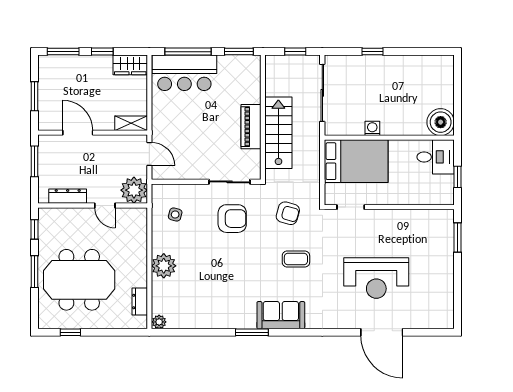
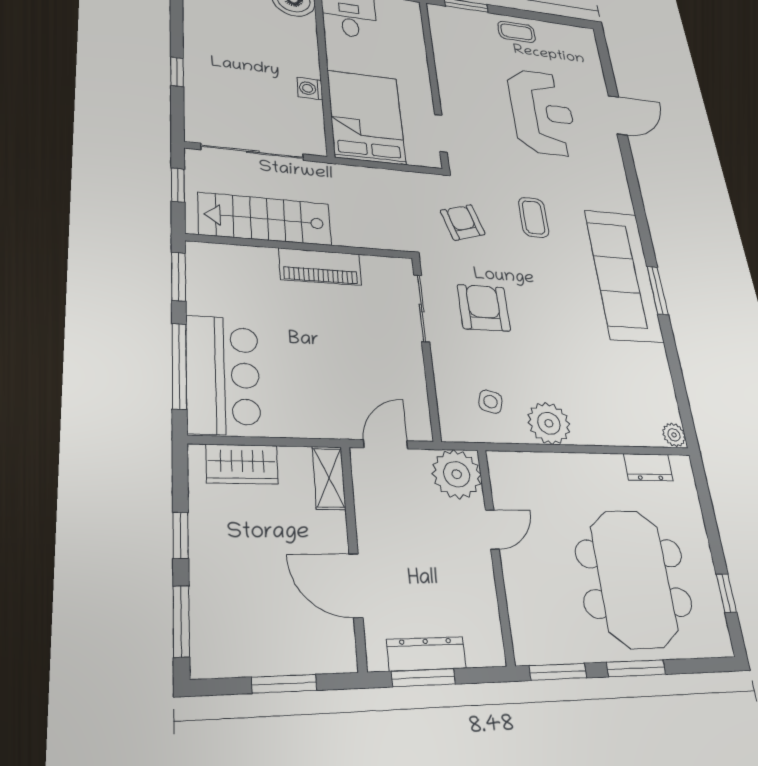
wardrobe: (130, 65) -> (242, 464), moved, turned 90
door: (78, 133) -> (356, 586), hinge flipped
stairs: (278, 133) -> (265, 219), moved
dresser: (68, 196) -> (426, 654), moved, turned 90
armchair: (288, 213) -> (463, 222), turned -33
window: (34, 229) -> (558, 672), width x1.50
plant: (164, 266) -> (549, 423), moved
coffee table: (441, 270) -> (517, 32), added
sofa: (281, 315) -> (624, 275), width x1.85, depth x1.27
door: (382, 332) -> (618, 115), width x0.73

